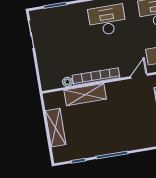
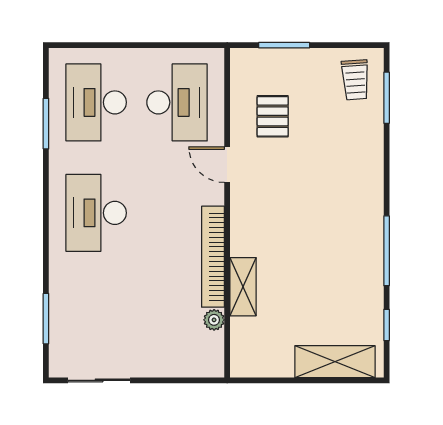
shelving: (85, 95) -> (243, 287), width x0.67, depth x0.75
shelving: (56, 128) -> (335, 362), moved

